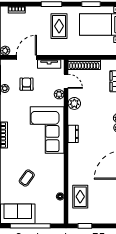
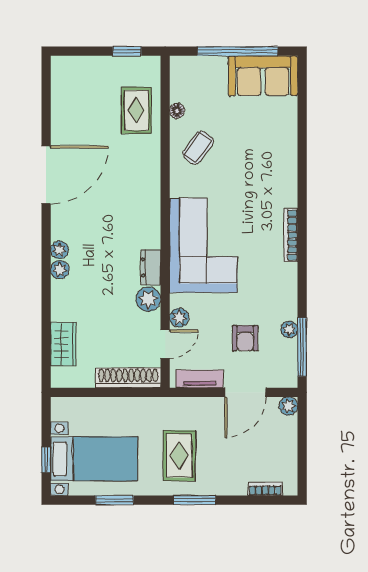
door: (66, 81) -> (165, 344), swing flipped
dresser: (73, 134) -> (151, 267), moved
coffee table: (27, 178) -> (198, 148), moved

